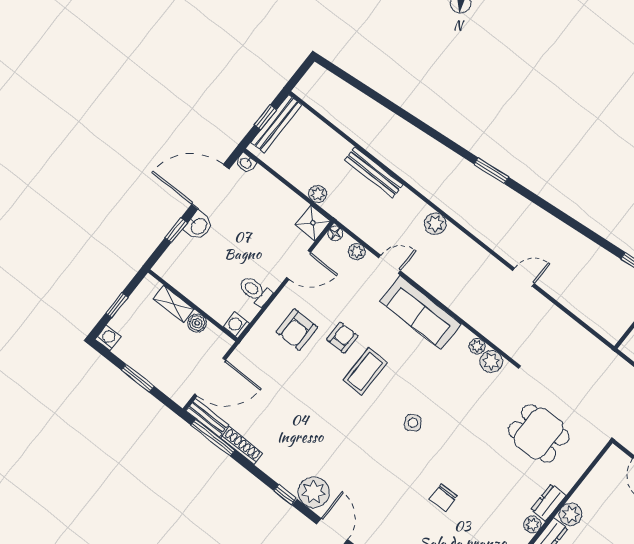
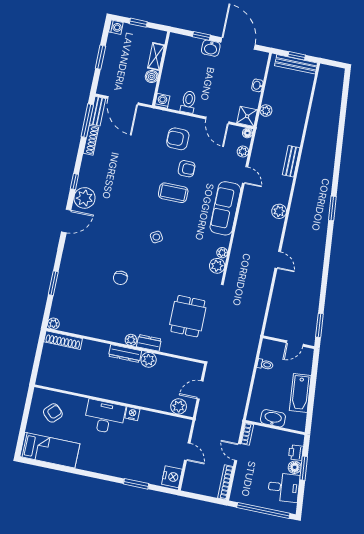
washbasin: (246, 163) -> (257, 85), moved
bench: (374, 172) -> (291, 161), moved, width x0.73
plant: (435, 224) -> (279, 211), moved
chair: (443, 498) -> (120, 278), turned -90

